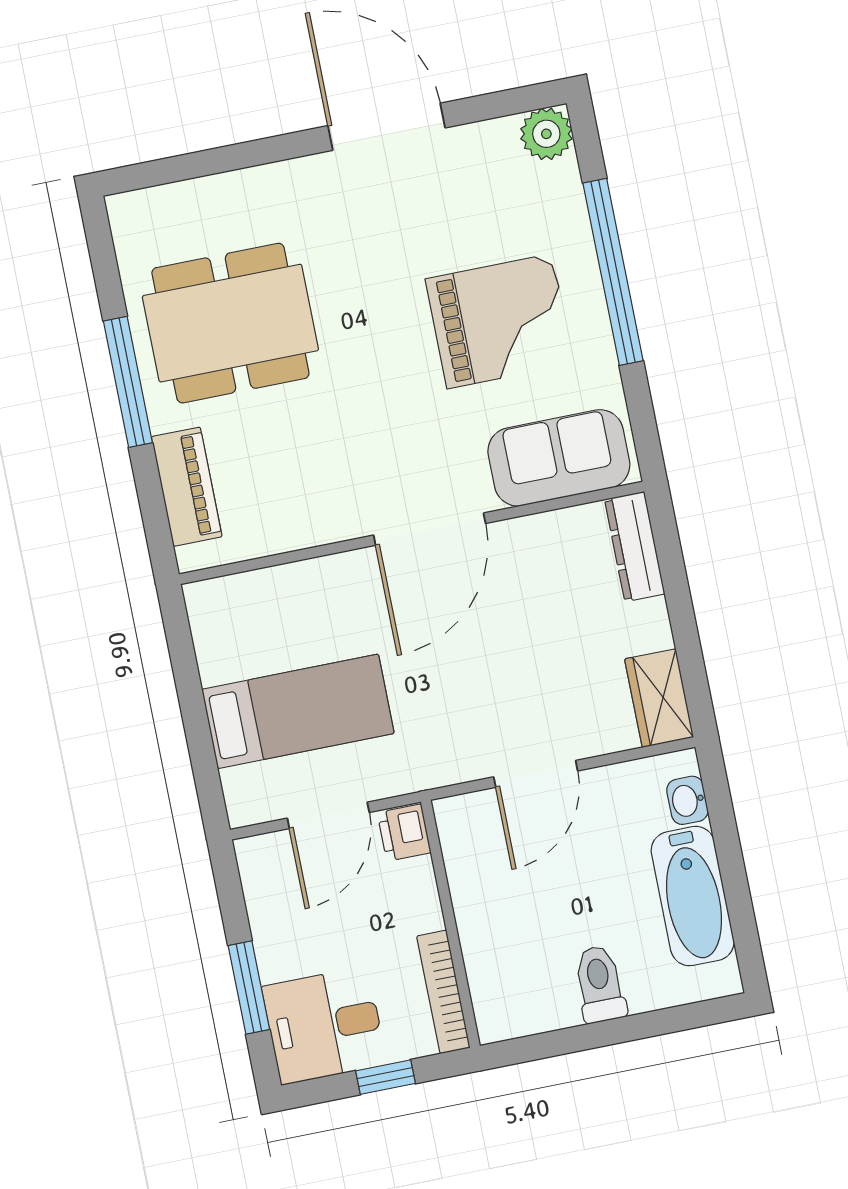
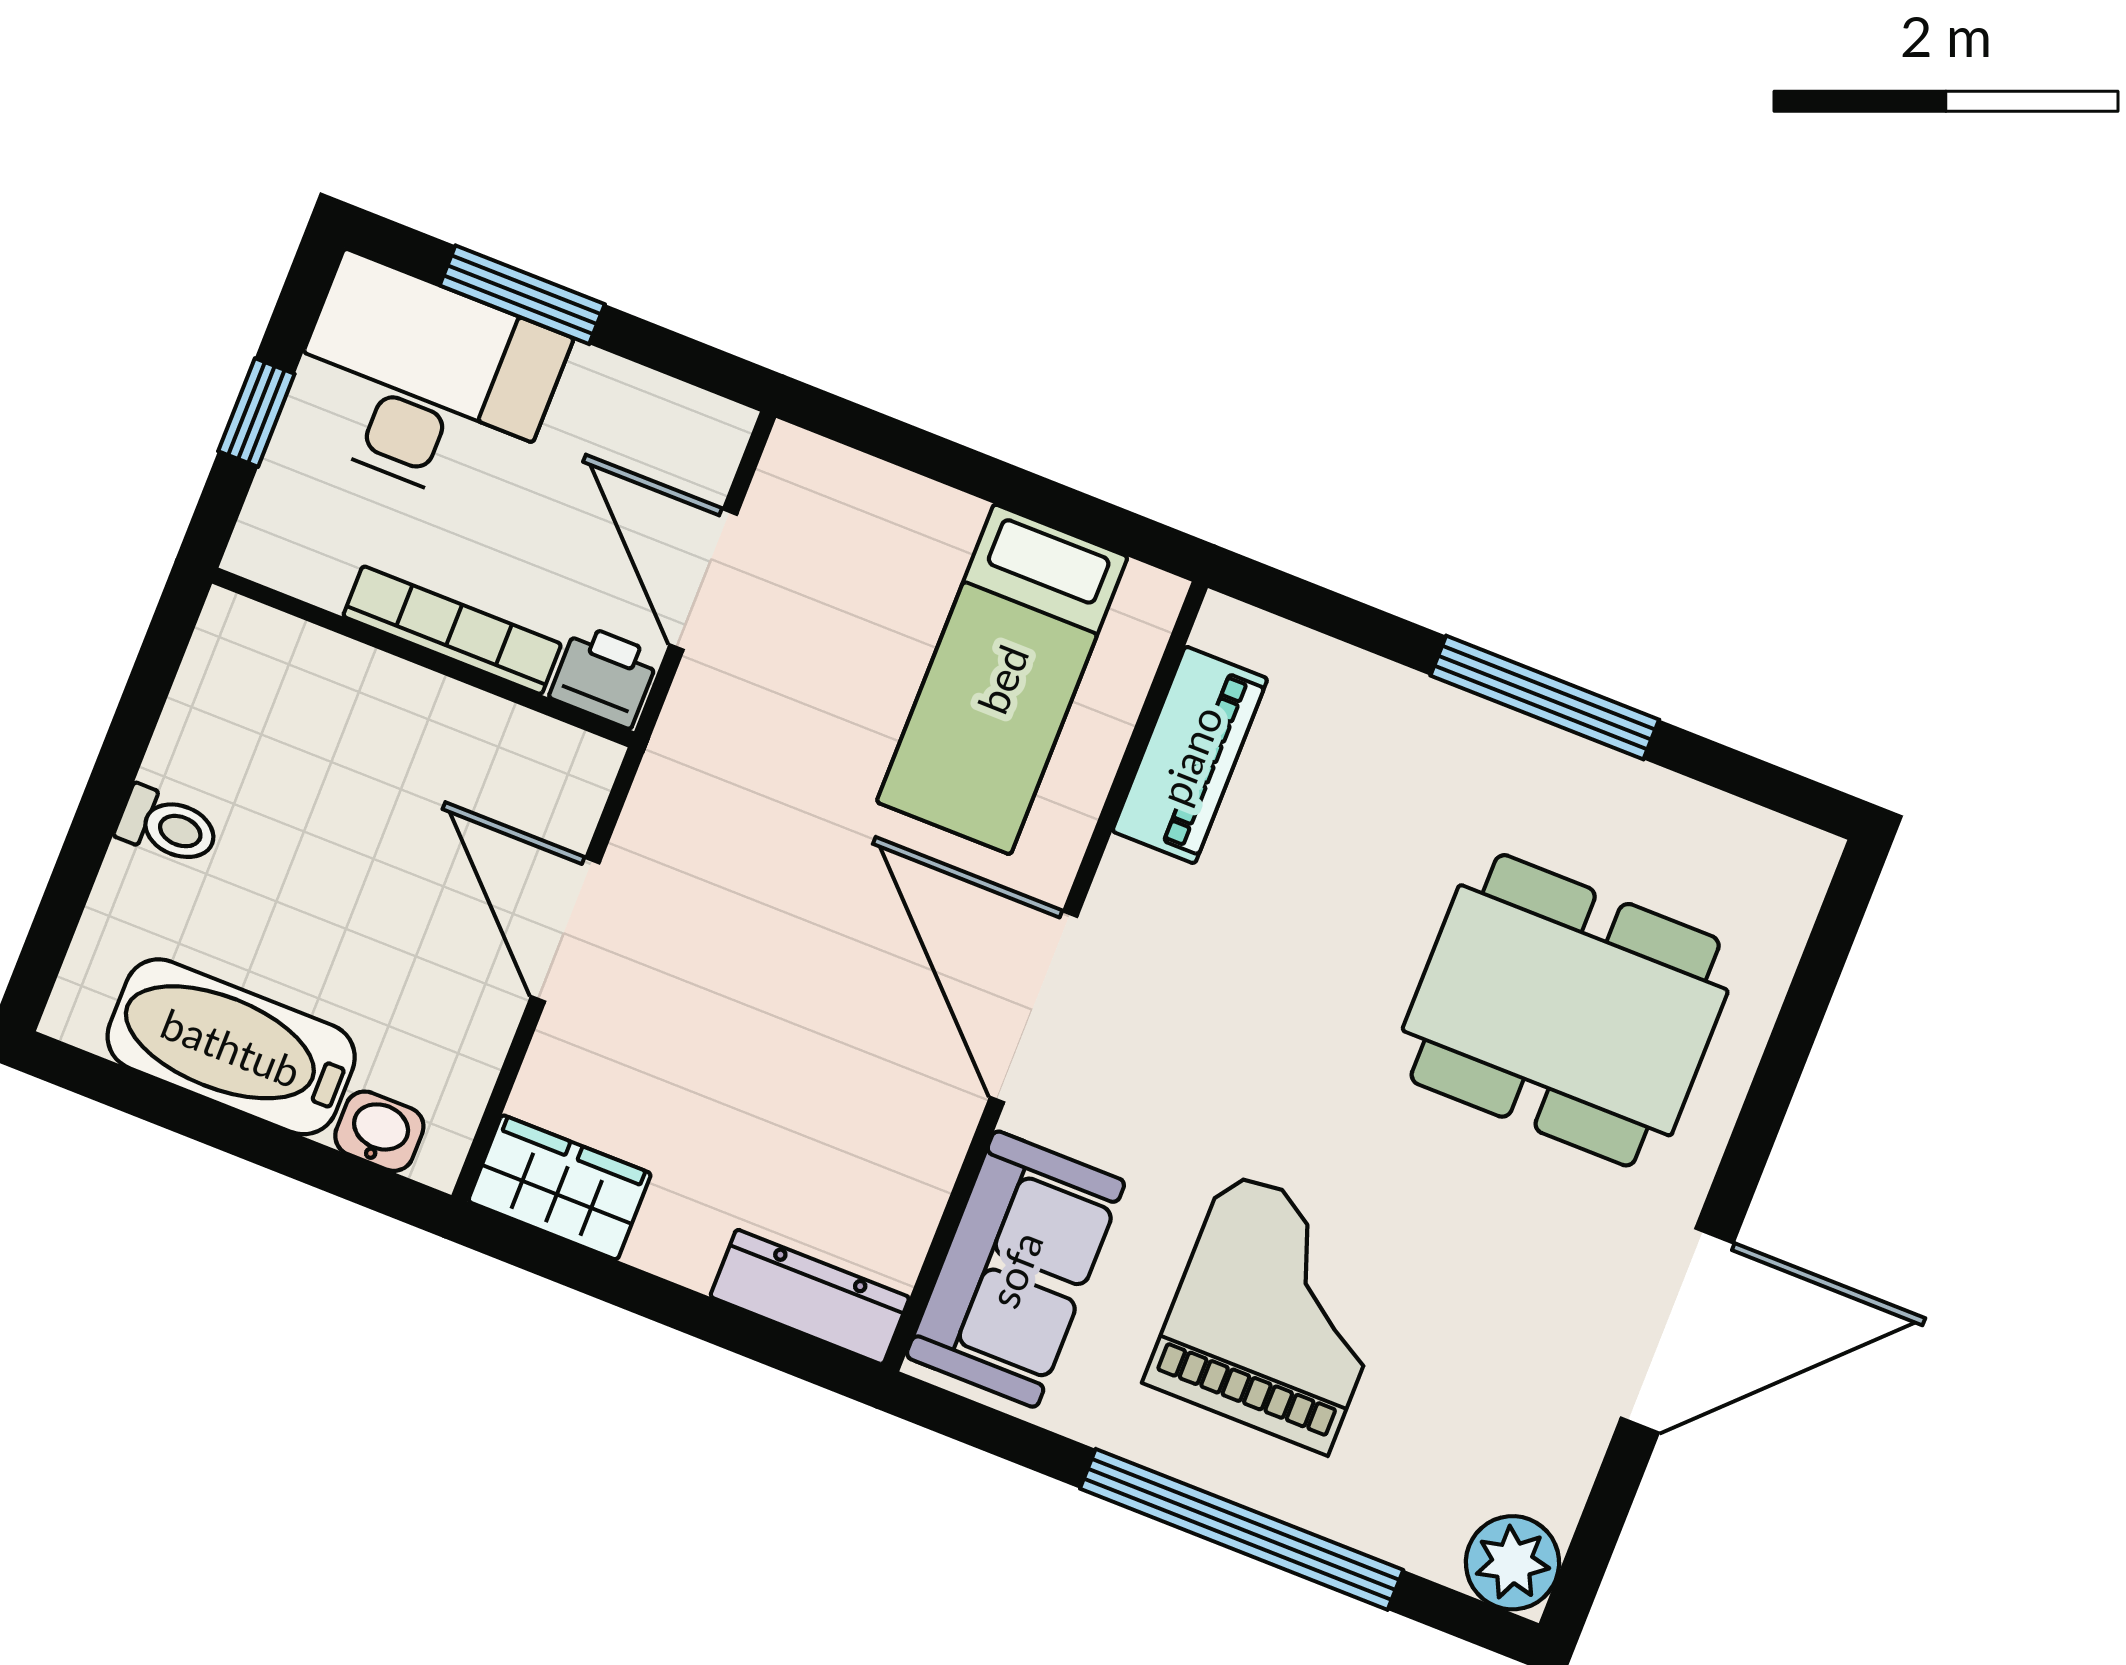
grand piano: (500, 321) -> (1277, 1312), turned 180
dining table: (230, 323) -> (1565, 1010), moved, turned 90
piano: (187, 487) -> (1190, 755), moved, turned -90
bed: (298, 711) -> (1002, 679), moved
toilet: (600, 984) -> (168, 826), width x0.73, depth x0.72
bookcase: (443, 992) -> (452, 630), moved
desk: (324, 1026) -> (424, 383), width x1.37

